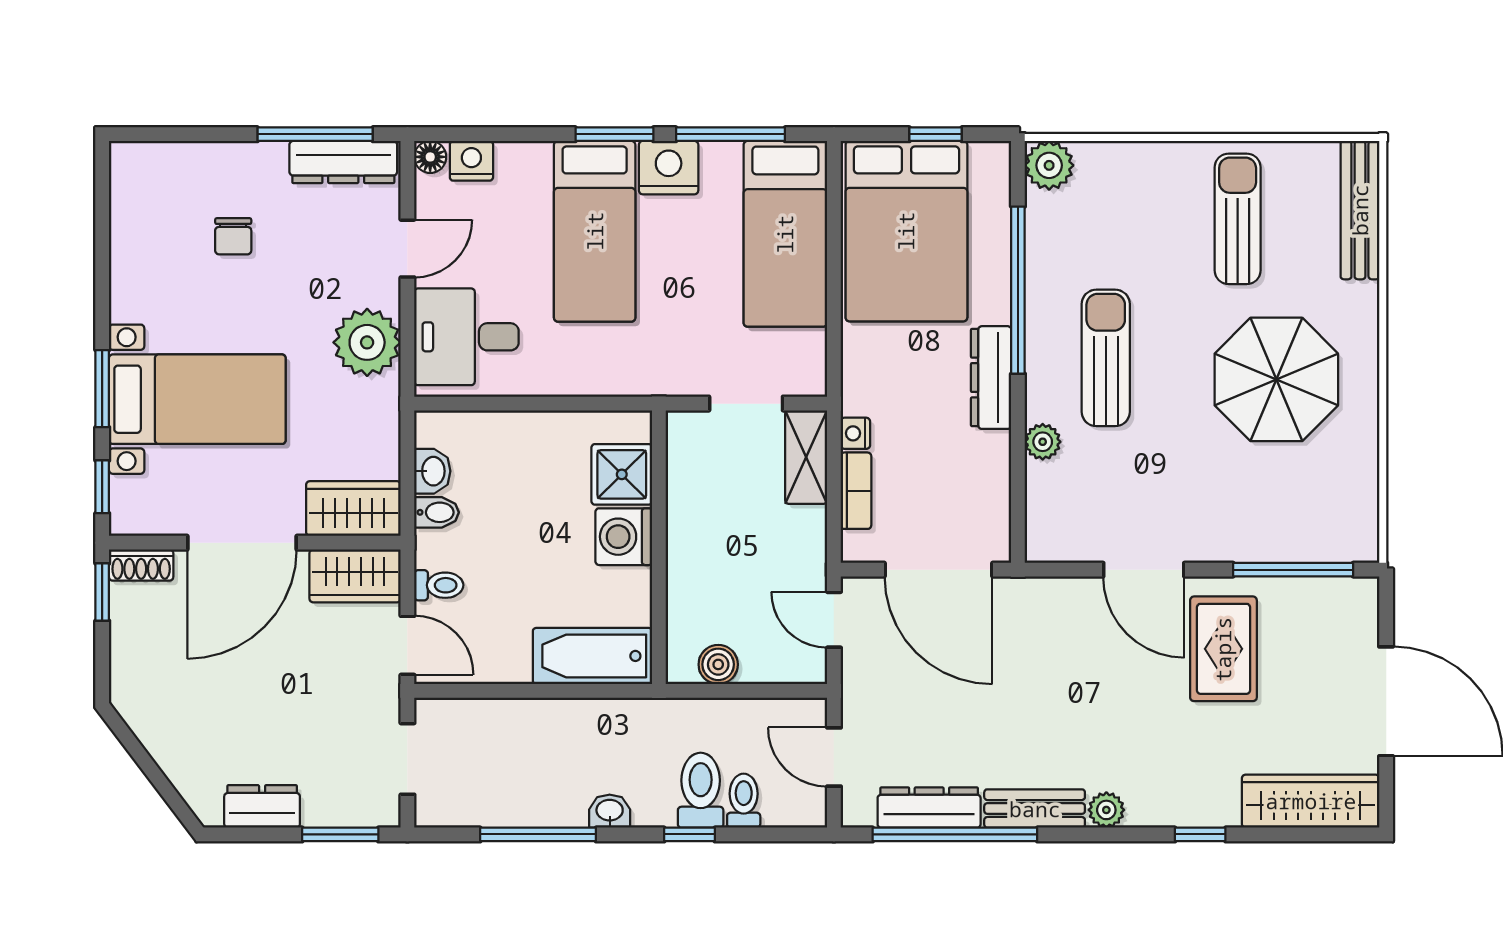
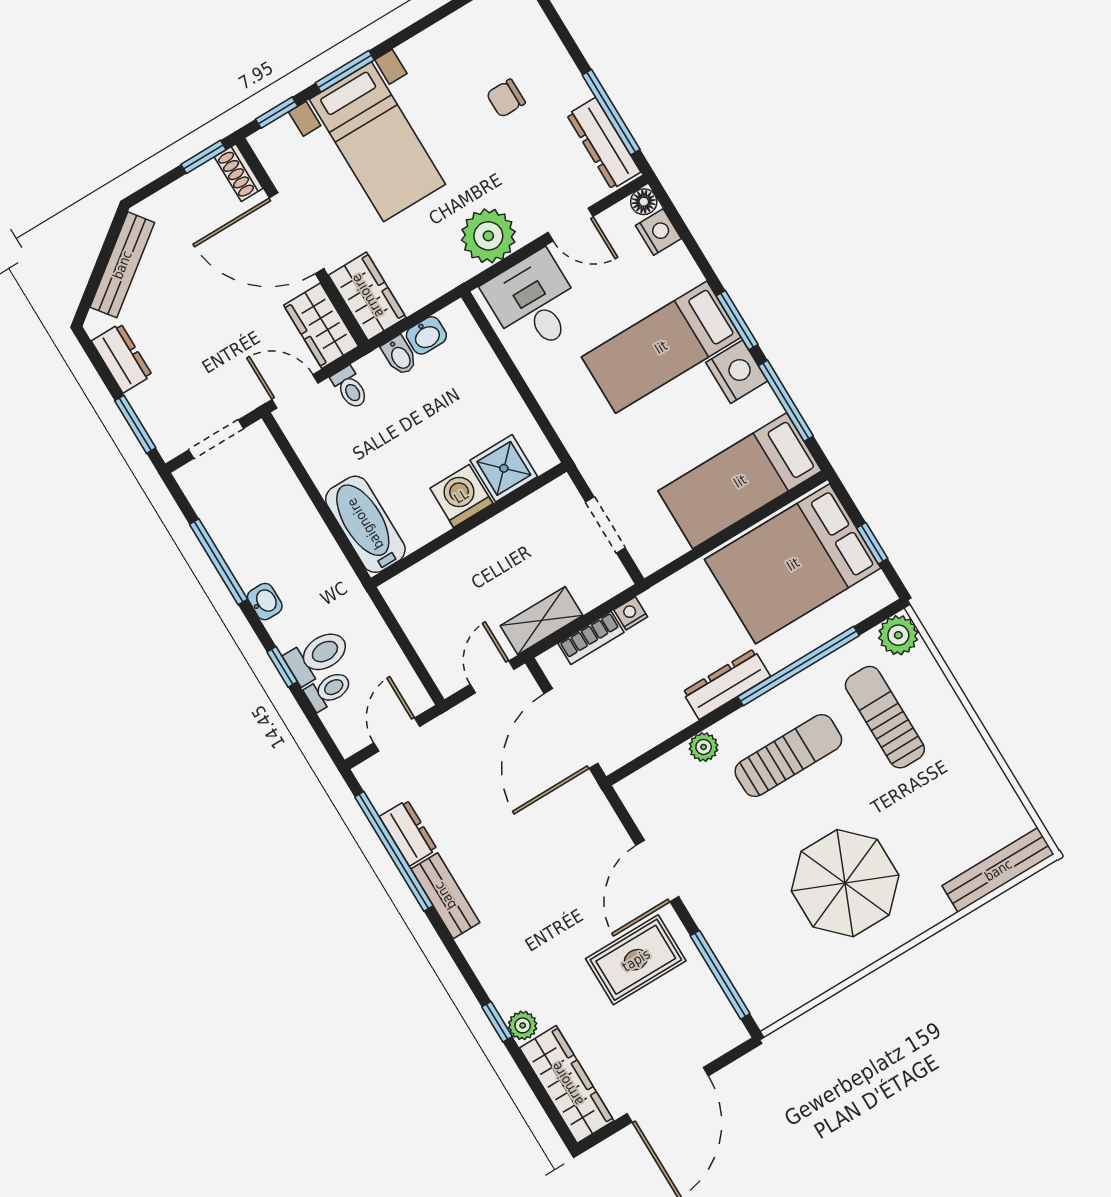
sun lounger: (1238, 219) -> (885, 717), moved, turned -90
shelving: (806, 457) -> (542, 621), moved
door: (407, 645) -> (295, 391), swing flipped
boiler: (718, 664) -> (412, 615), removed
bench: (164, 746) -> (122, 265), added
dresser: (929, 808) -> (408, 833), width x0.70
plant: (1106, 810) -> (523, 1025), moved

